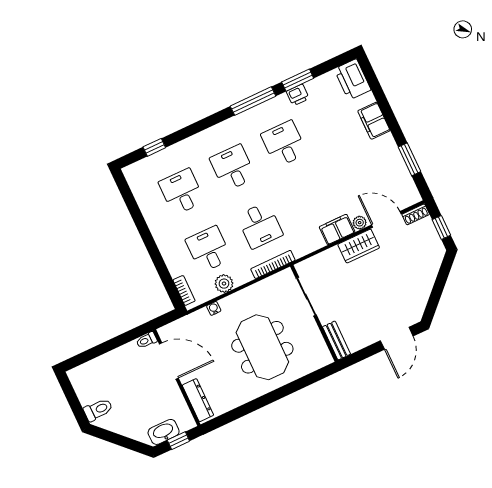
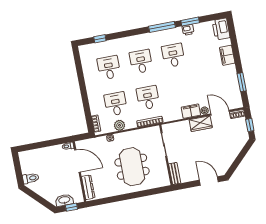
desk: (260, 225) -> (148, 98), turned 180
door: (397, 338) -> (209, 181), swing flipped

